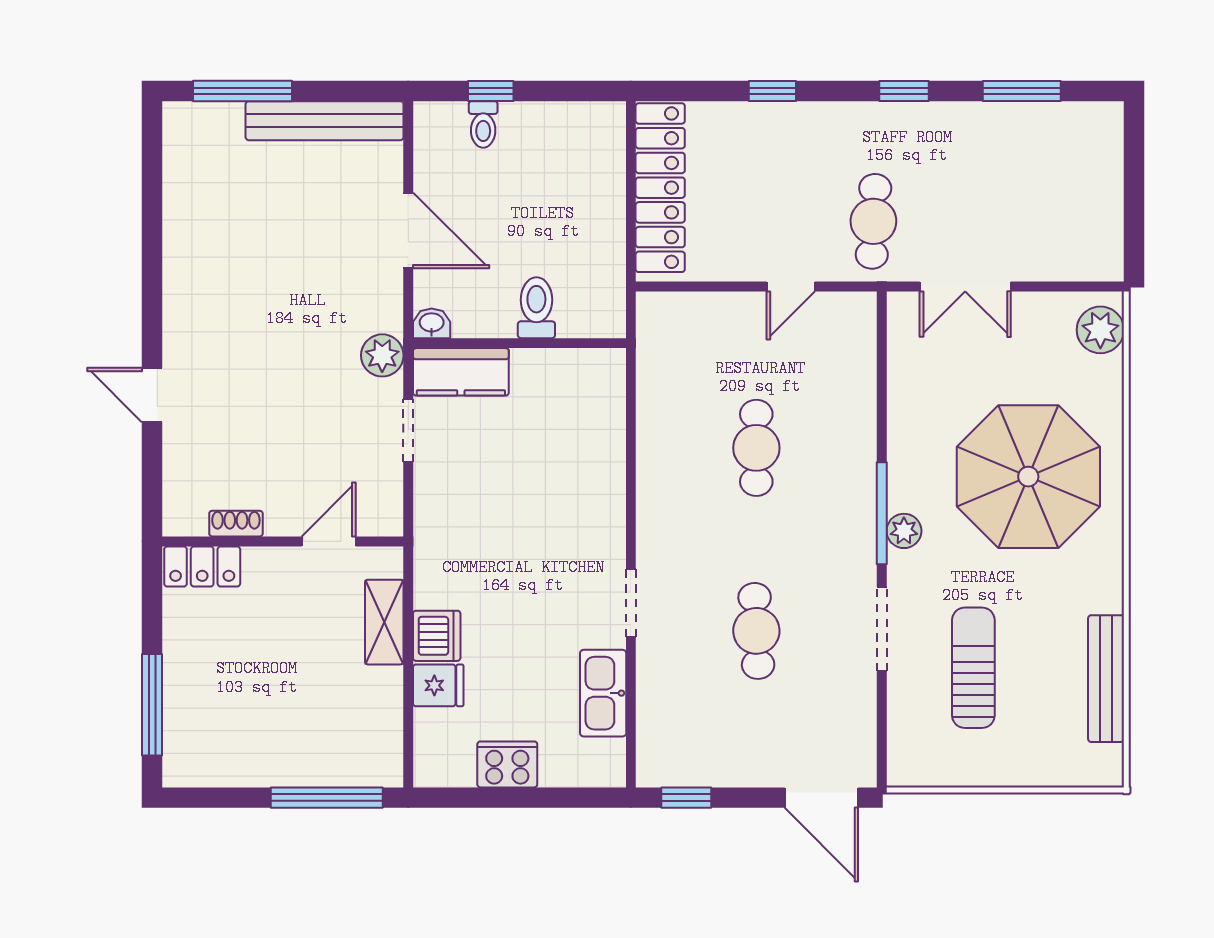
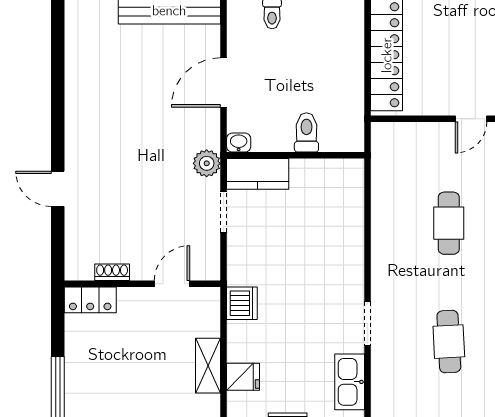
door: (408, 230) -> (224, 82), swing flipped
shelving: (384, 622) -> (208, 366), moved
dishwasher: (437, 636) -> (242, 303), moved

